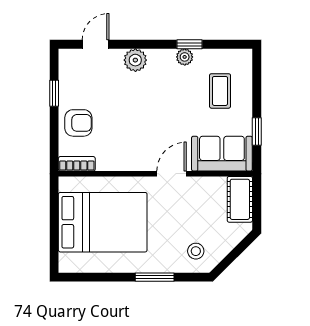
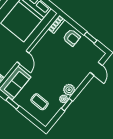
plant: (135, 60) -> (69, 90), moved
armchair: (78, 123) -> (72, 38), turned -90

